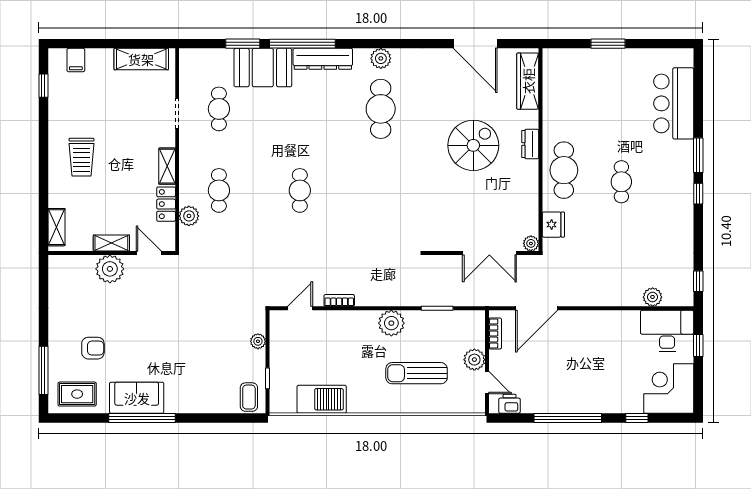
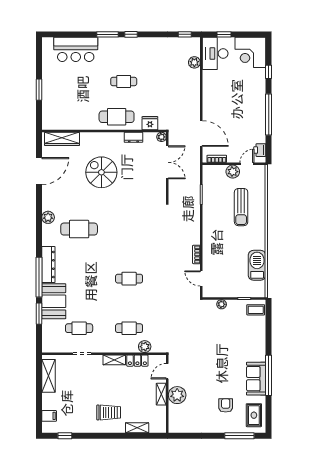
plant: (381, 58) -> (48, 217), moved
dresser: (530, 144) -> (133, 137), moved
shelving: (56, 227) -> (137, 428), moved
plant: (391, 323) -> (210, 222), removed

